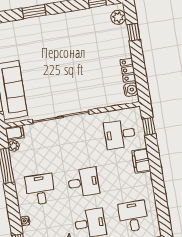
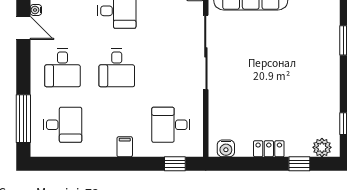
locker: (128, 70) -> (269, 149), moved
desk: (120, 134) -> (171, 125), turned -90
filing cabinet: (141, 161) -> (125, 147), width x0.50

